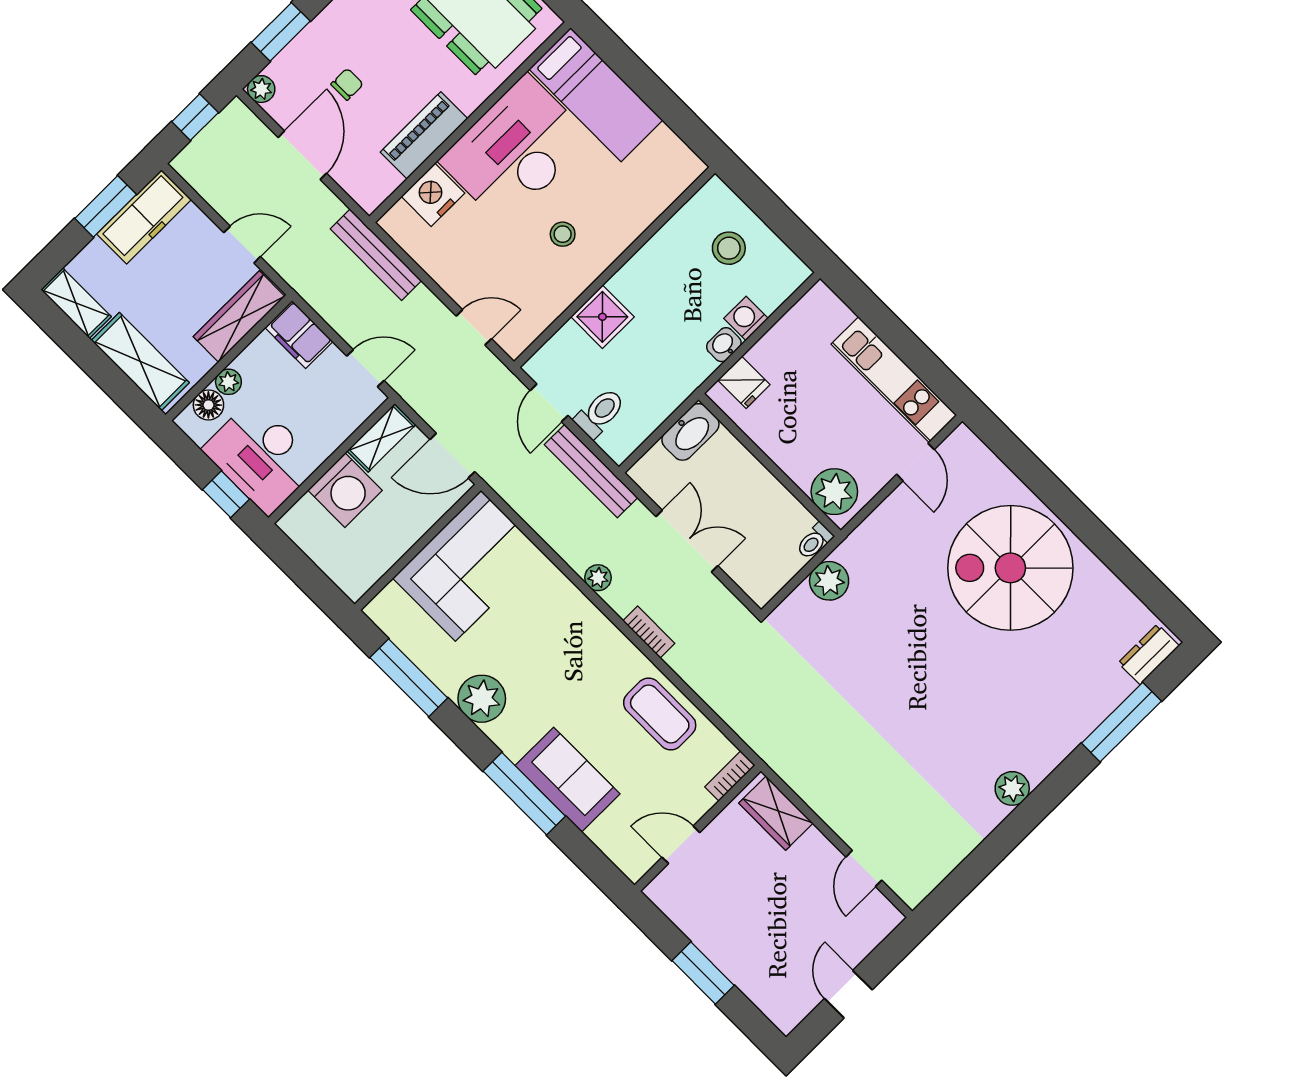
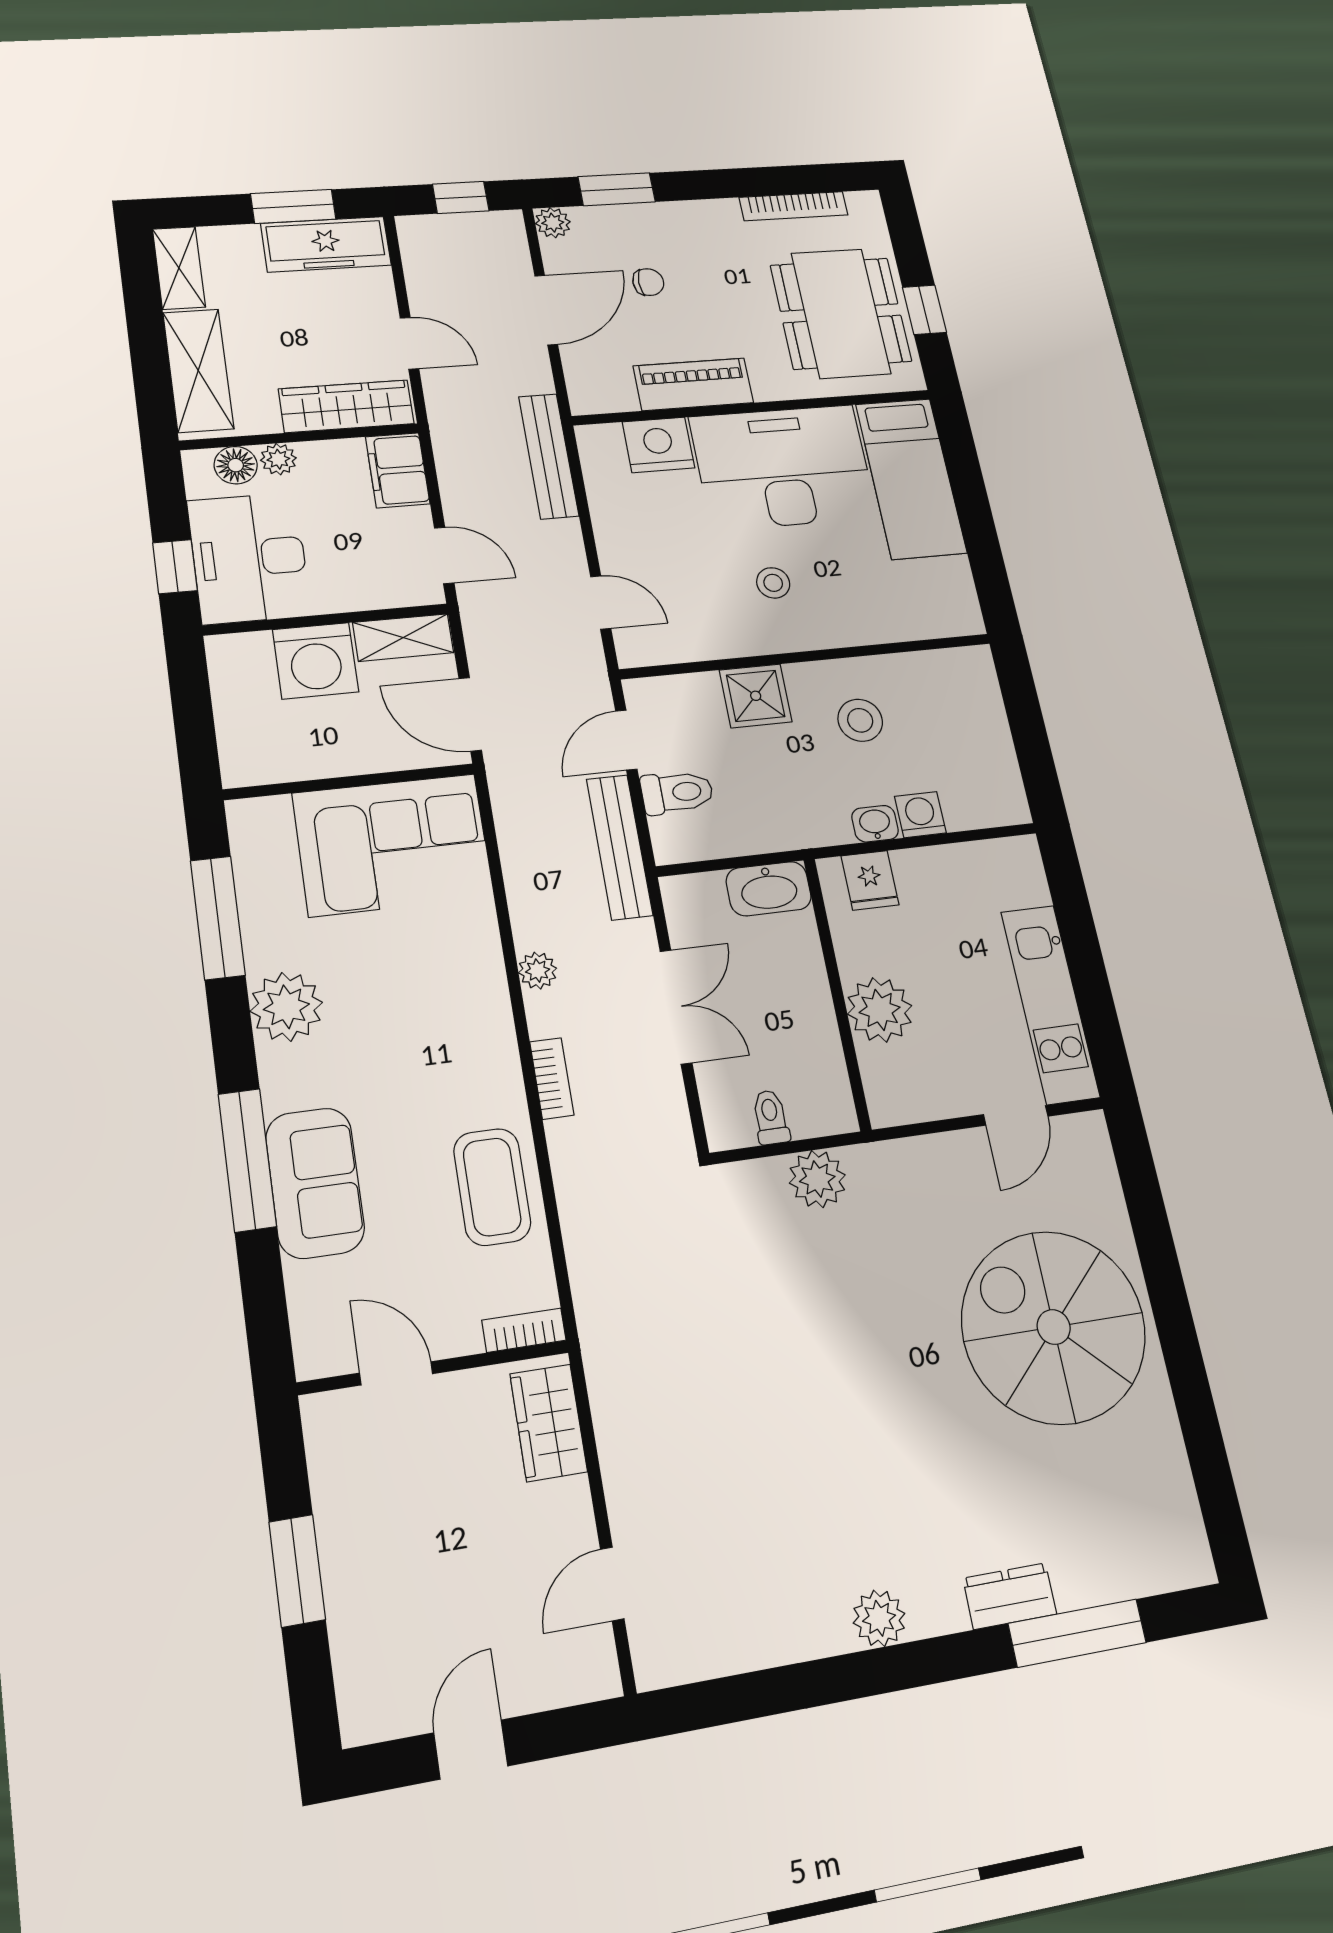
stool: (729, 248) -> (860, 720), moved
plant: (834, 492) -> (880, 1010), moved
toilet: (815, 541) -> (771, 1117), moved, turned 90
dresser: (1149, 654) -> (1010, 1596), moved

